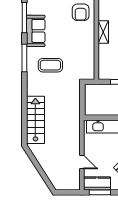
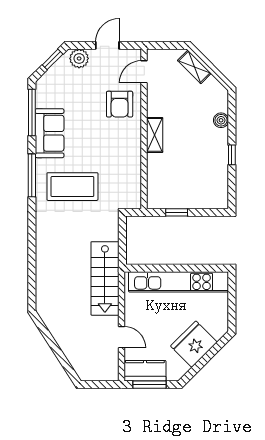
coffee table: (50, 65) -> (72, 187), width x1.36, depth x1.32
stairs: (35, 120) -> (105, 278), moved, turned 180

